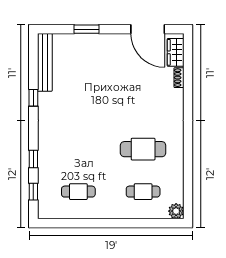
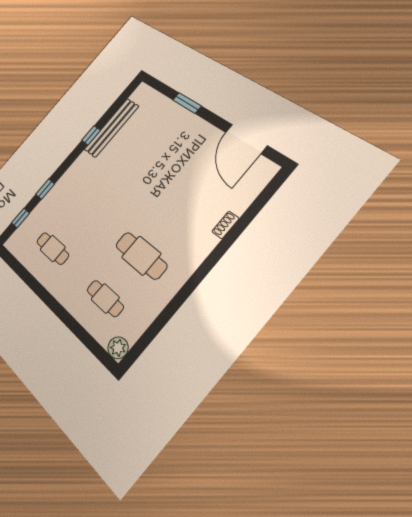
wardrobe: (176, 52) -> (256, 181), removed
bench: (45, 62) -> (111, 128), moved
shoe rack: (179, 78) -> (225, 225), moved

